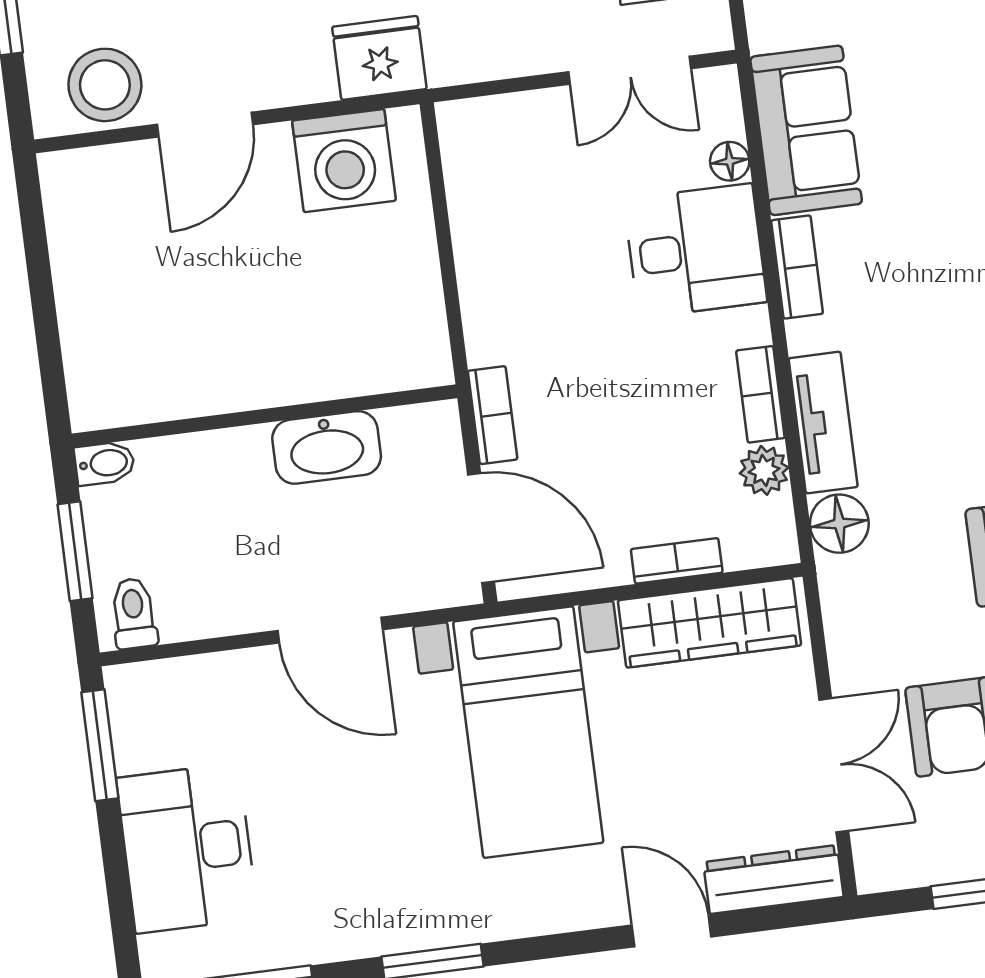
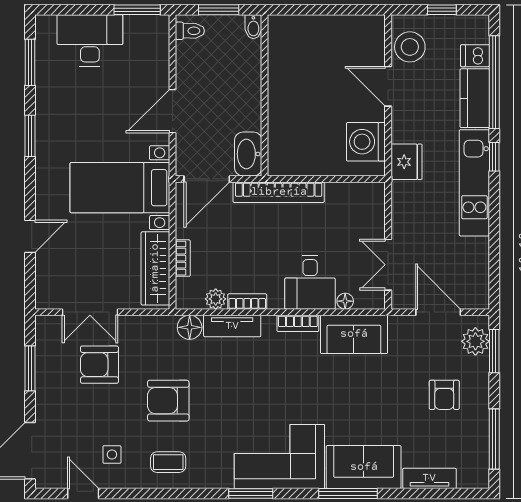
bookcase: (493, 415) -> (279, 192), width x2.31, depth x1.31
washbasin: (327, 447) -> (248, 154), moved
dresser: (773, 880) -> (46, 281), removed

